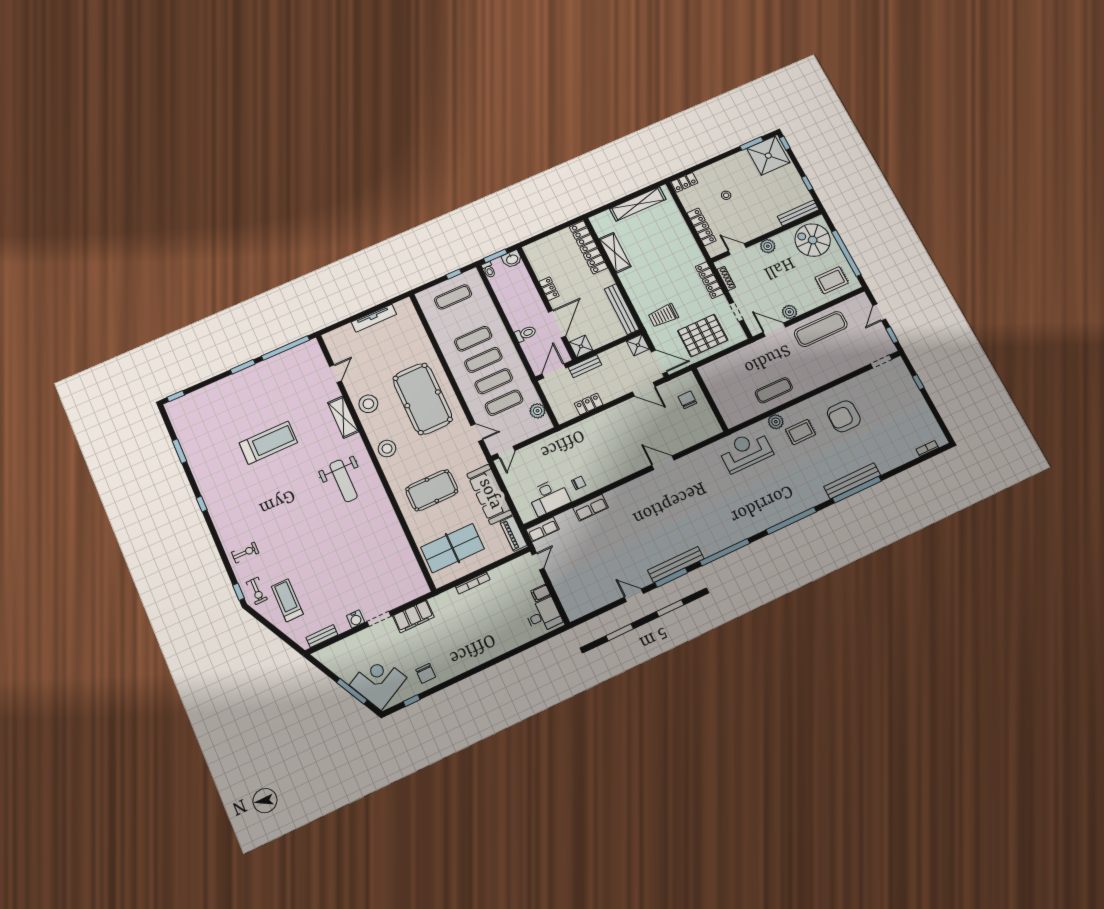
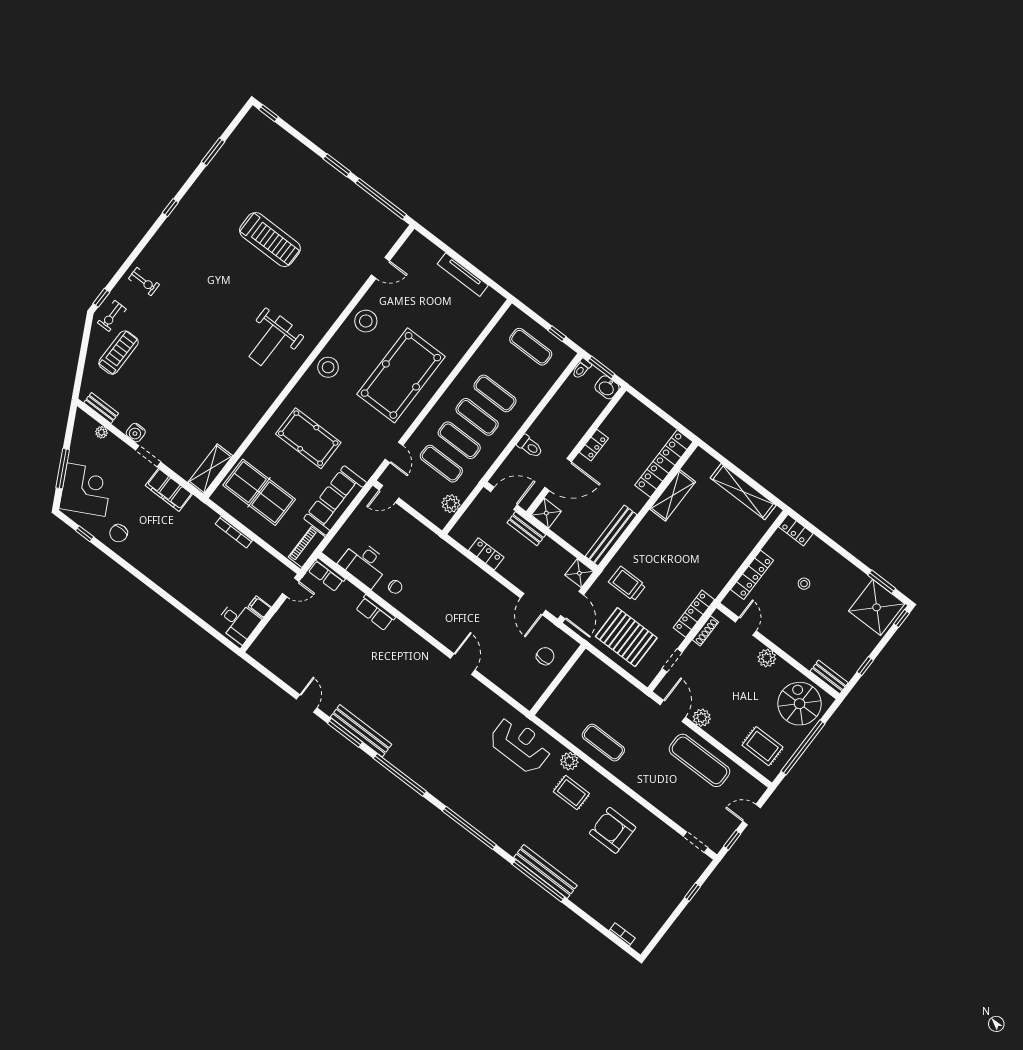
bench: (798, 213) -> (829, 677), width x0.73
shelving: (343, 417) -> (210, 469), moved
plant: (341, 646) -> (101, 432), added

